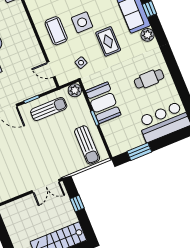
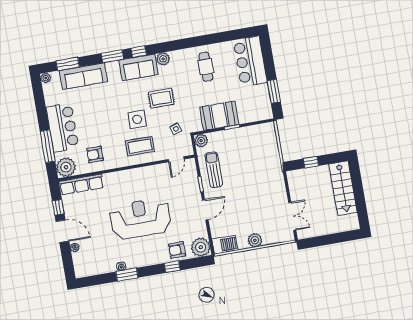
sun lounger: (87, 145) -> (256, 140), removed
double door: (46, 186) -> (292, 216), moved

